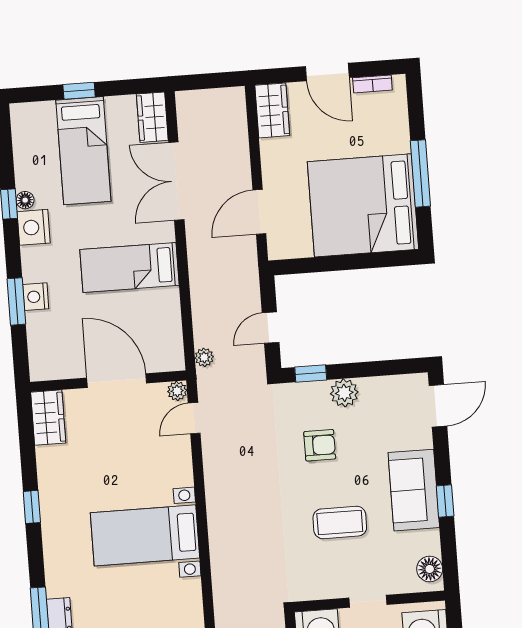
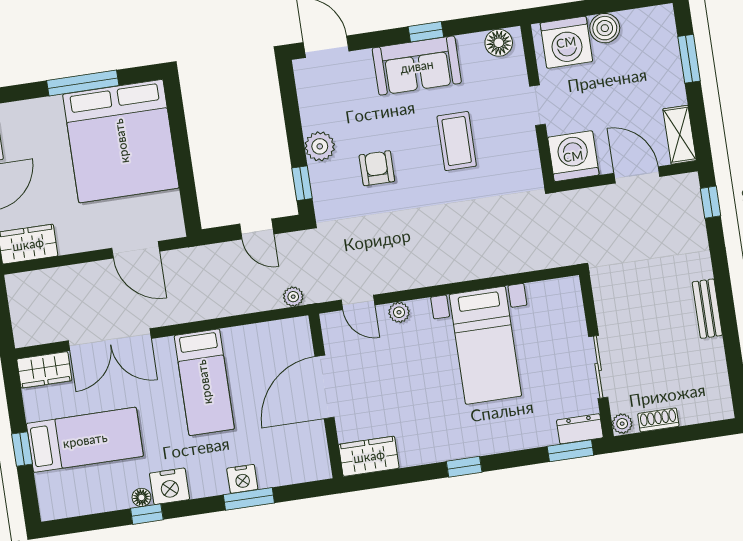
plant: (177, 391) -> (399, 312), moved

